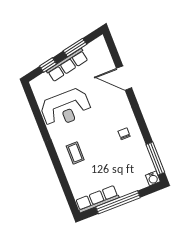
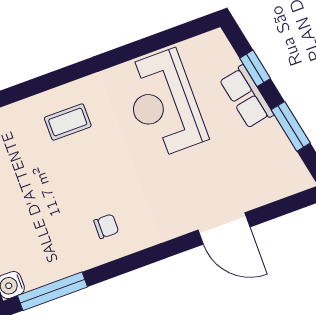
row of seats: (67, 65) -> (247, 97), width x0.68
door: (124, 78) -> (224, 229), swing flipped

